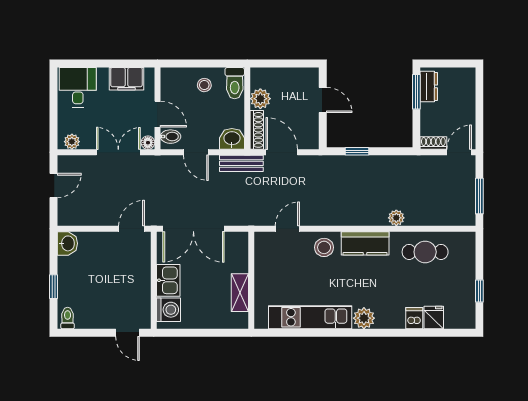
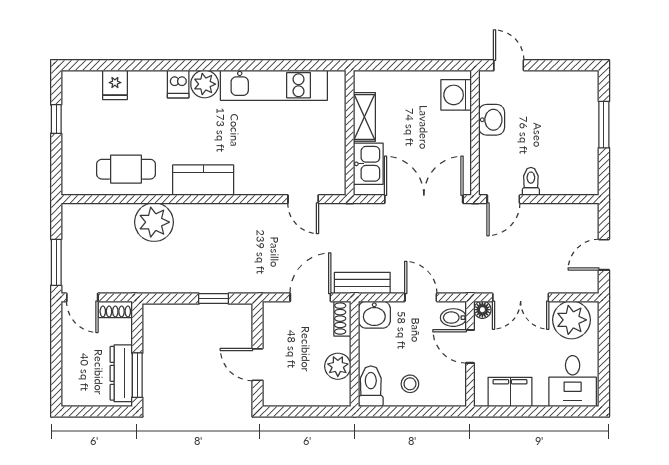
dresser: (429, 86) -> (121, 373), width x1.44
shoe rack: (257, 130) -> (342, 319), width x0.70
plant: (72, 142) -> (571, 320), width x1.87, depth x1.87
door: (282, 152) -> (310, 297), swing flipped
door: (459, 152) -> (82, 297), hinge flipped
window: (479, 196) -> (56, 262), moved
plant: (396, 218) -> (154, 222), width x1.88, depth x1.88
door: (287, 229) -> (303, 199), hinge flipped
washbasin: (67, 243) -> (492, 120), moved, turned 180
stool: (324, 247) -> (256, 175), removed
kitchen sink: (168, 280) -> (368, 164), moved, turned 180
window: (53, 287) -> (604, 125), width x1.50
toilet: (68, 318) -> (531, 181), moved, turned 180
dishwasher: (414, 318) -> (178, 84), moved

